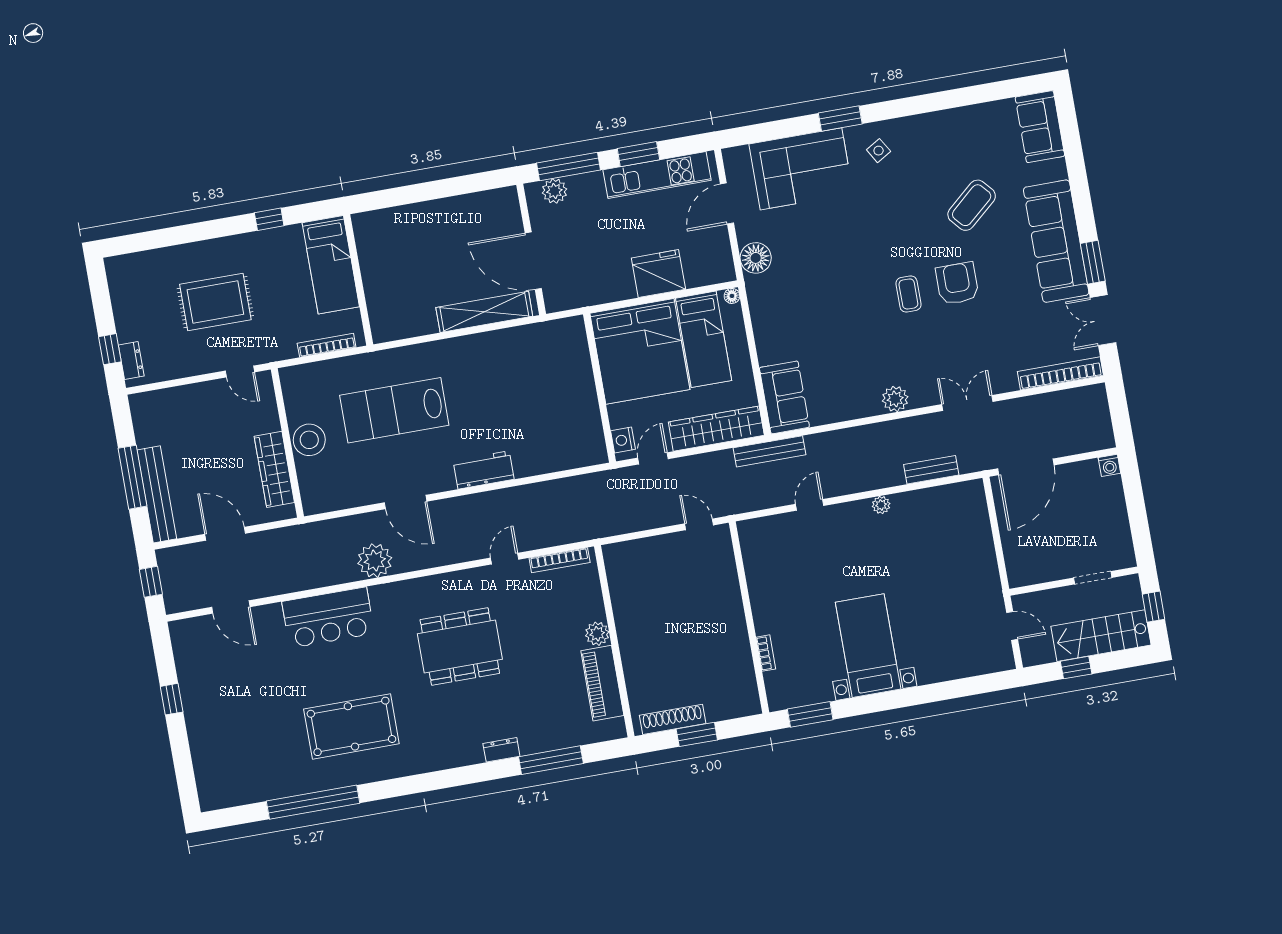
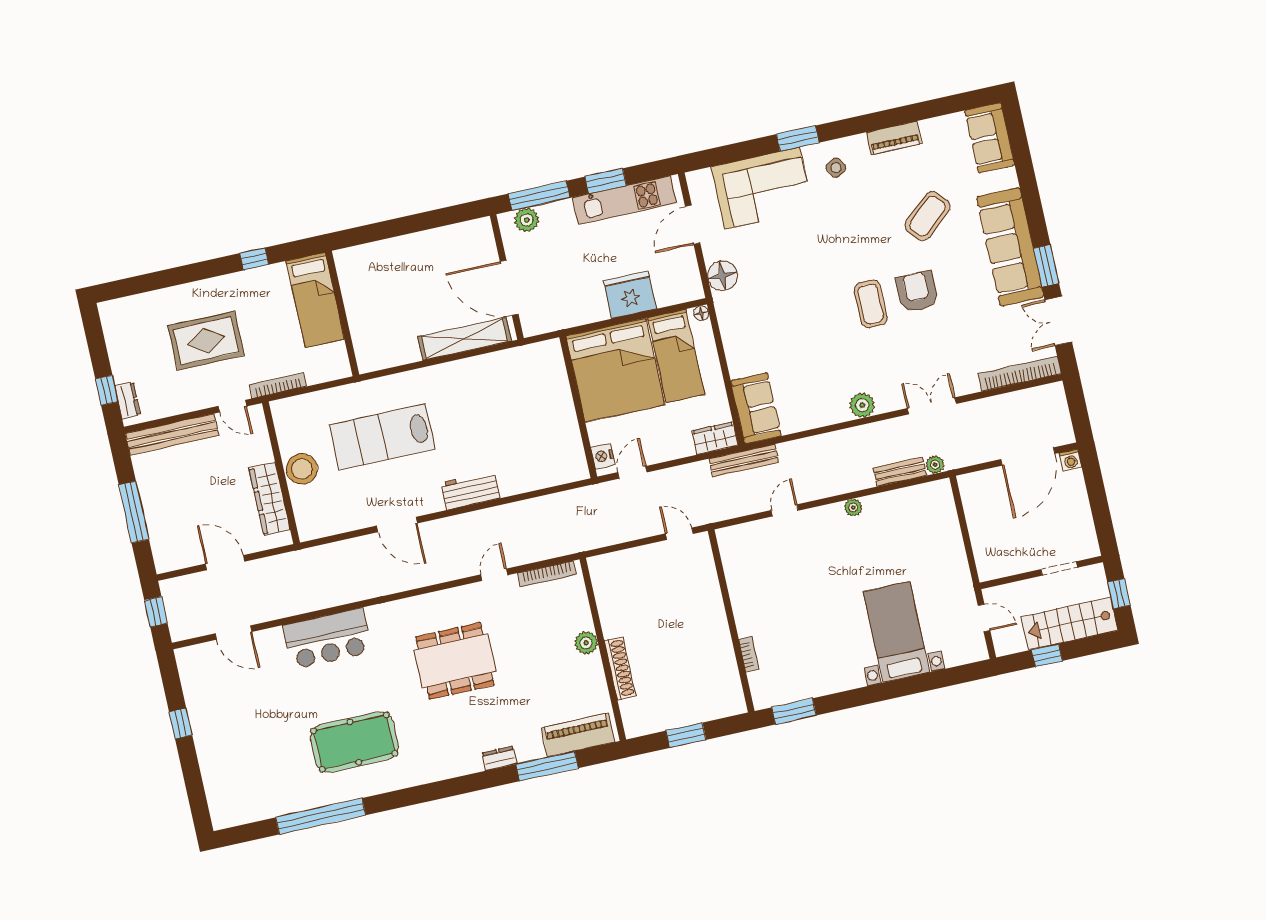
piano: (941, 122) -> (894, 138), added
coffee table: (908, 294) -> (871, 304), width x1.36, depth x1.30
bookcase: (327, 345) -> (278, 386), moved
wardrobe: (716, 429) -> (715, 438), width x0.48, depth x0.85
door: (1026, 467) -> (1028, 456), moved
bench: (157, 494) -> (172, 435), moved, turned 90
plant: (375, 561) -> (935, 465), moved, width x0.53, depth x0.53
bed with nightstands: (868, 646) -> (896, 632), moved
piano: (602, 683) -> (578, 735), moved, turned 90
shoe rack: (673, 719) -> (620, 668), moved, turned 90

